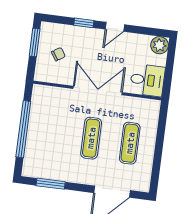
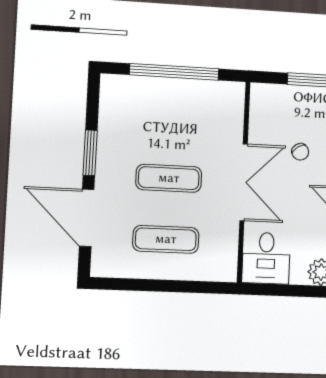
chair: (58, 54) -> (300, 152), moved
window: (51, 184) -> (90, 153), moved

